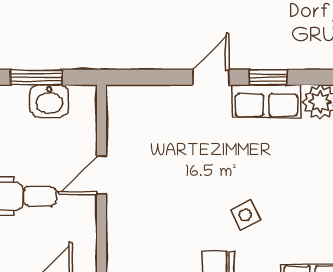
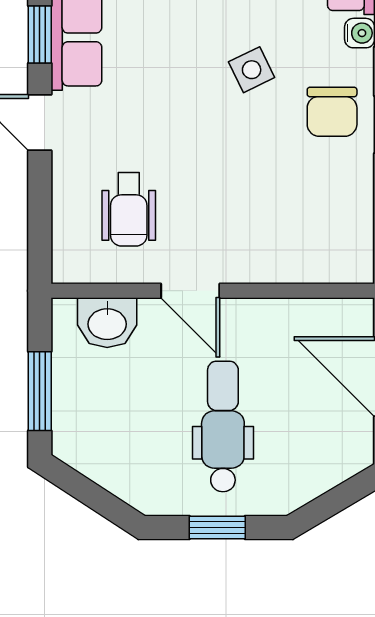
washbasin: (49, 101) -> (107, 323), moved, turned 90
wheelchair: (154, 135) -> (129, 209), added

